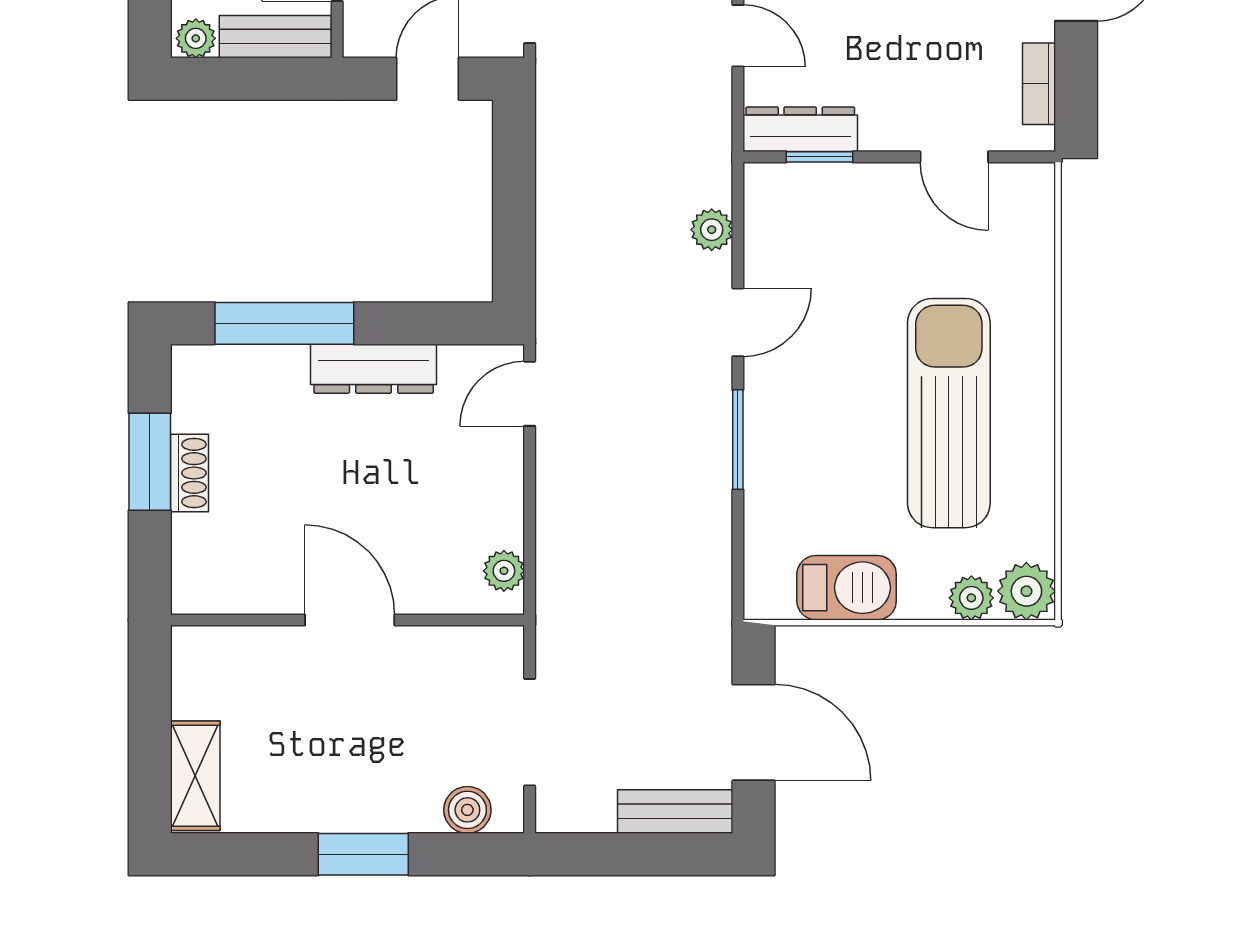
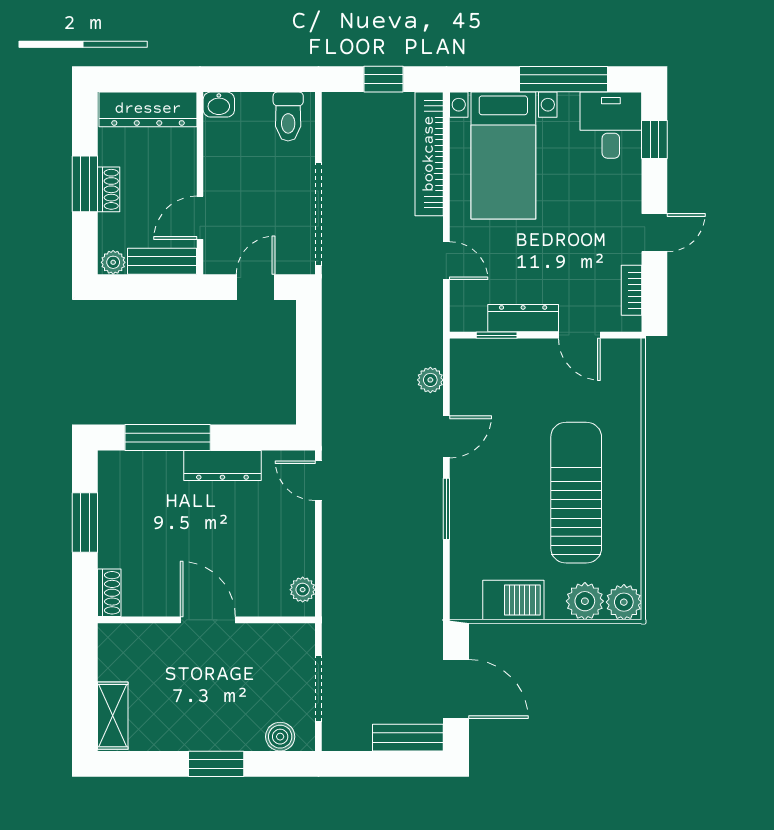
dresser: (800, 129) -> (523, 318), moved
door: (530, 394) -> (318, 481), hinge flipped
shoe rack: (189, 473) -> (109, 593), moved
plant: (971, 598) -> (585, 601), width x1.38, depth x1.38

